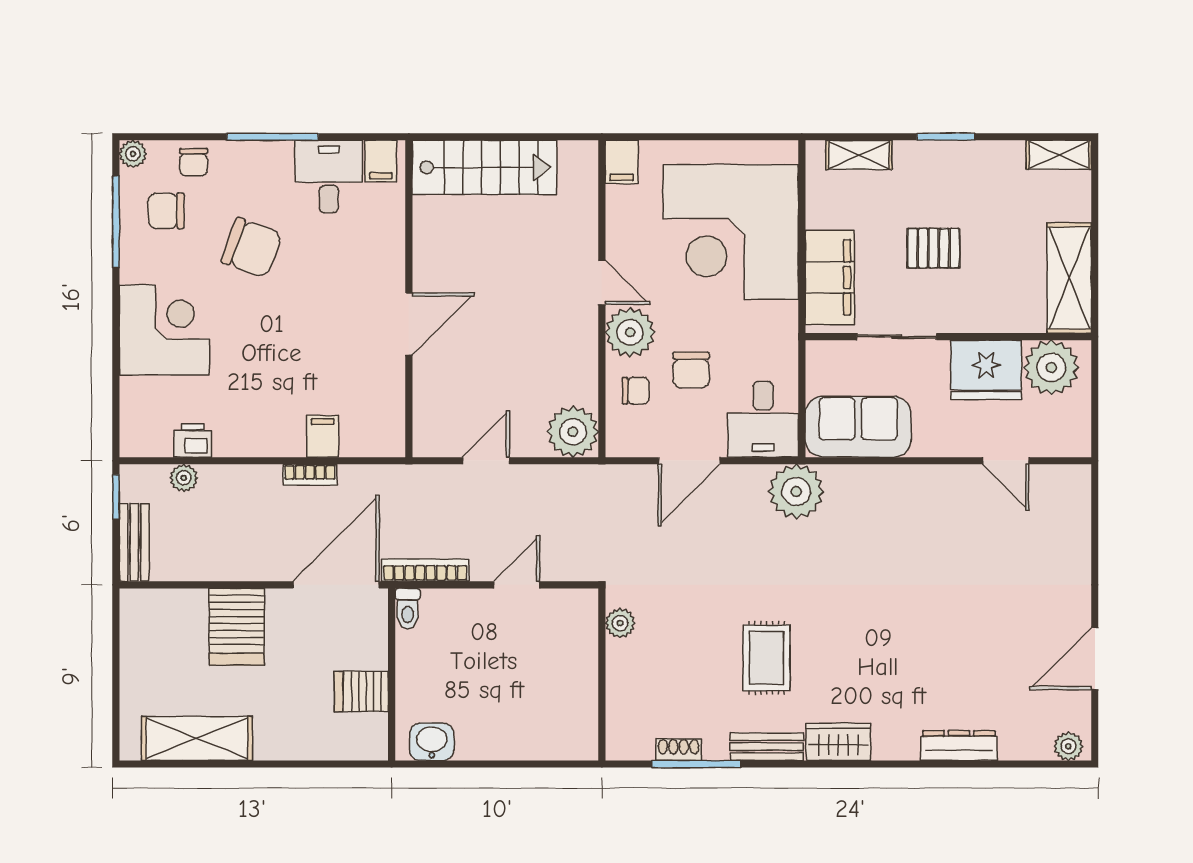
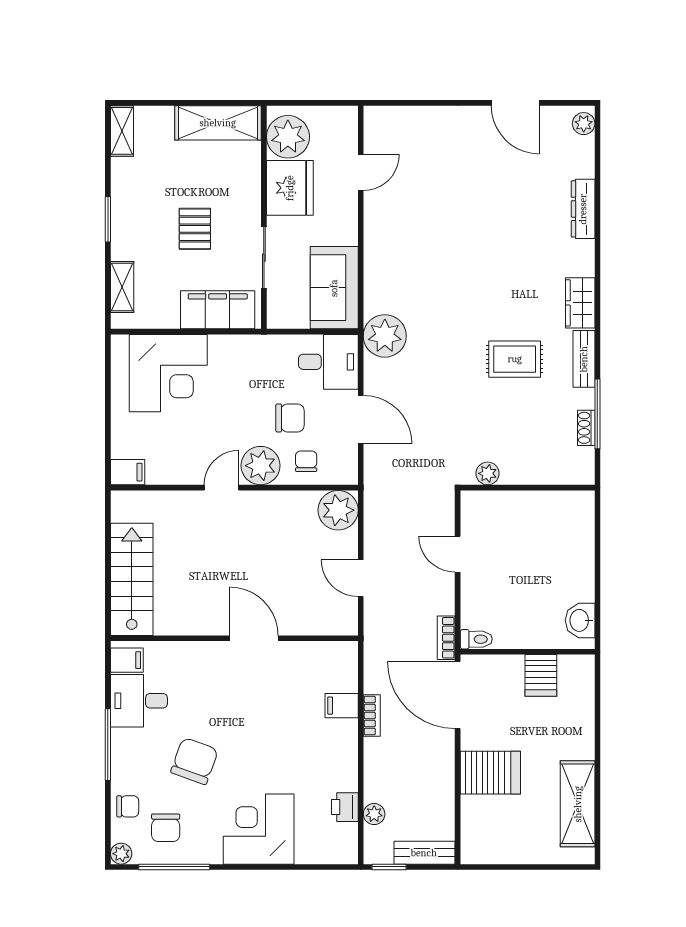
corner desk: (731, 232) -> (168, 373), width x0.74, depth x0.74
bookcase: (425, 570) -> (446, 638), width x0.64

